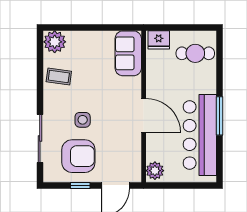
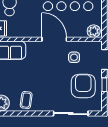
door: (144, 116) -> (54, 39), hinge flipped
side table: (83, 120) -> (74, 57), moved

